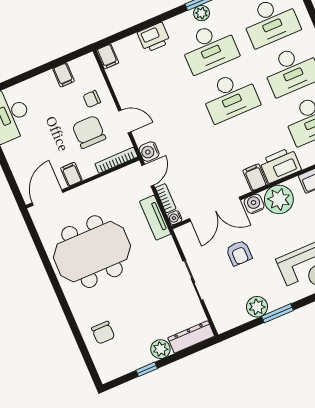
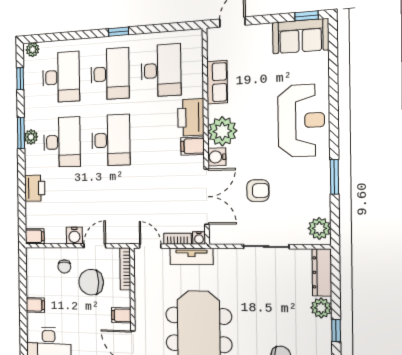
filing cabinet: (64, 75) -> (35, 305), moved
water cooler: (149, 152) -> (74, 235), moved
plant: (257, 307) -> (319, 228), moved

